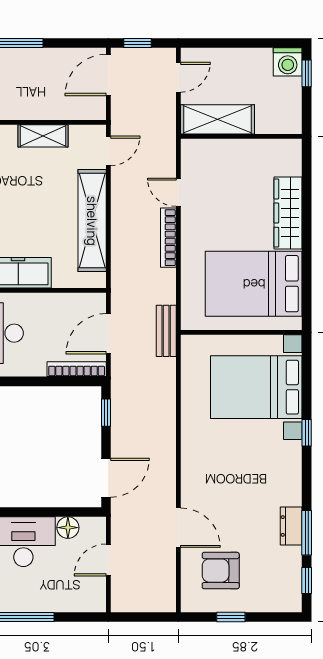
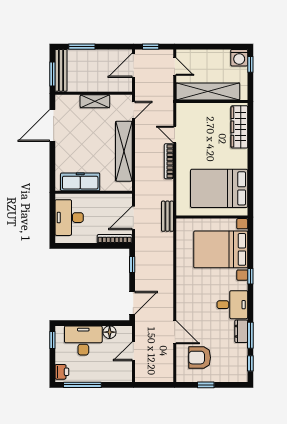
door: (178, 77) -> (175, 67), hinge flipped
shelving: (217, 119) -> (208, 91), width x1.47
wardrobe: (288, 213) -> (239, 127), moved
desk: (276, 481) -> (232, 305), added

